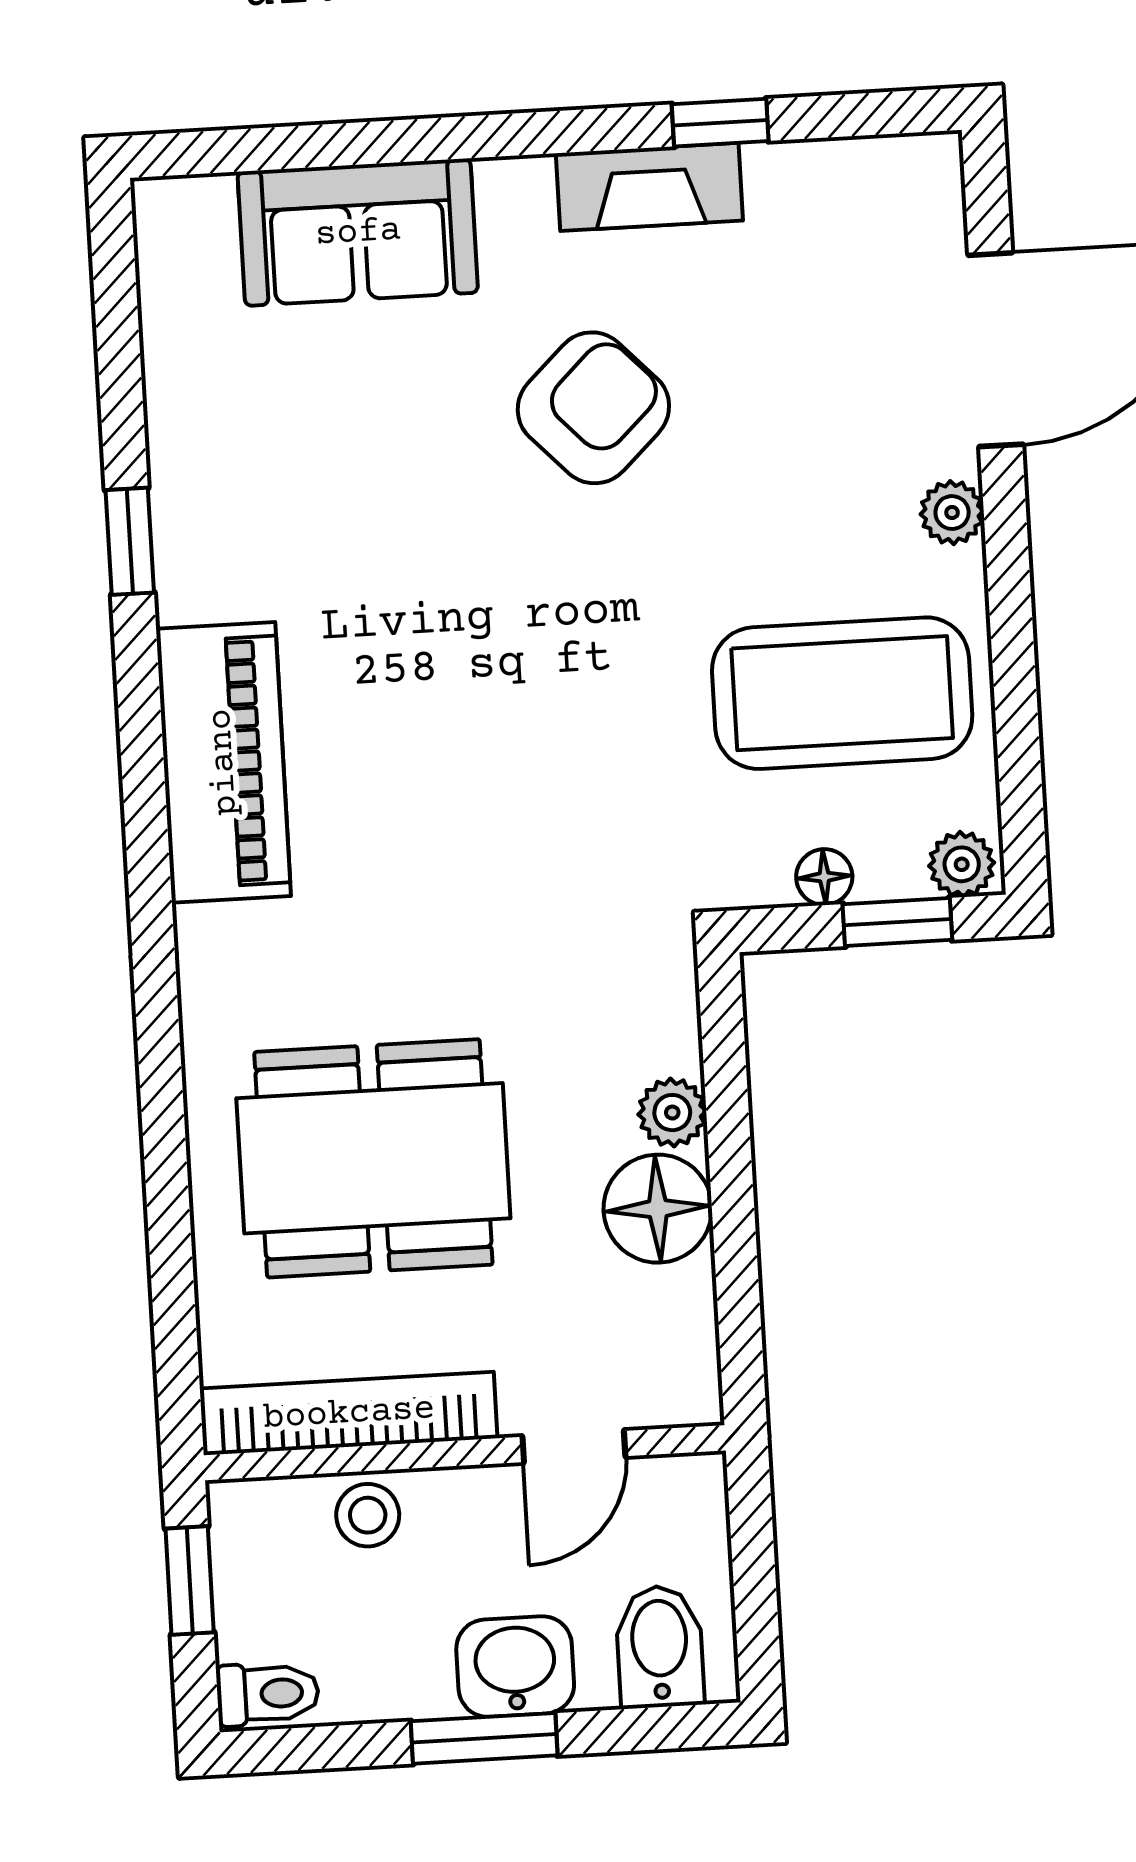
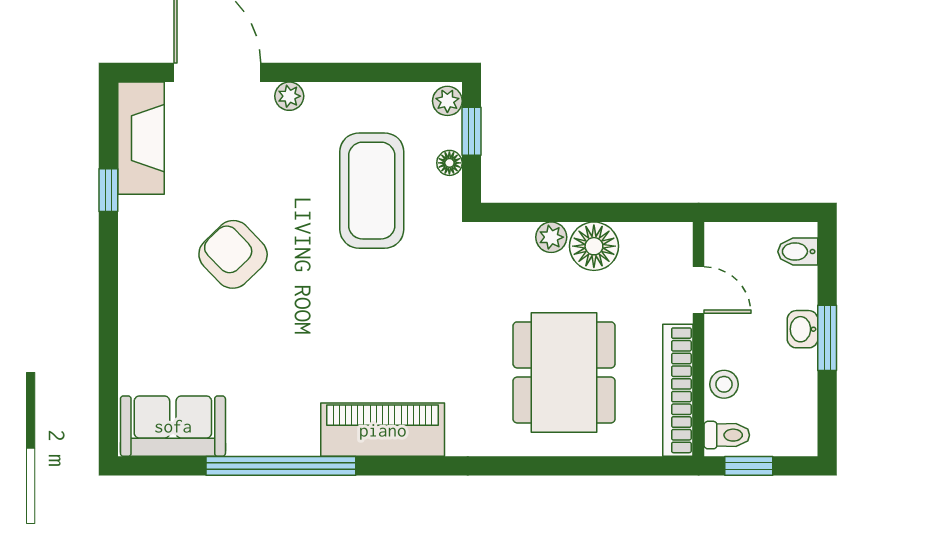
fireplace: (649, 187) -> (141, 138), moved, width x1.37, depth x1.32
sofa: (358, 232) -> (173, 426), moved, turned -90
window: (130, 541) -> (281, 466), width x3.17
coffee table: (842, 693) -> (372, 191), moved
bidet: (660, 1647) -> (798, 252), width x0.72, depth x0.74
washbasin: (515, 1667) -> (803, 329), width x0.72, depth x0.69
toilet: (268, 1694) -> (727, 435), moved, turned 90

